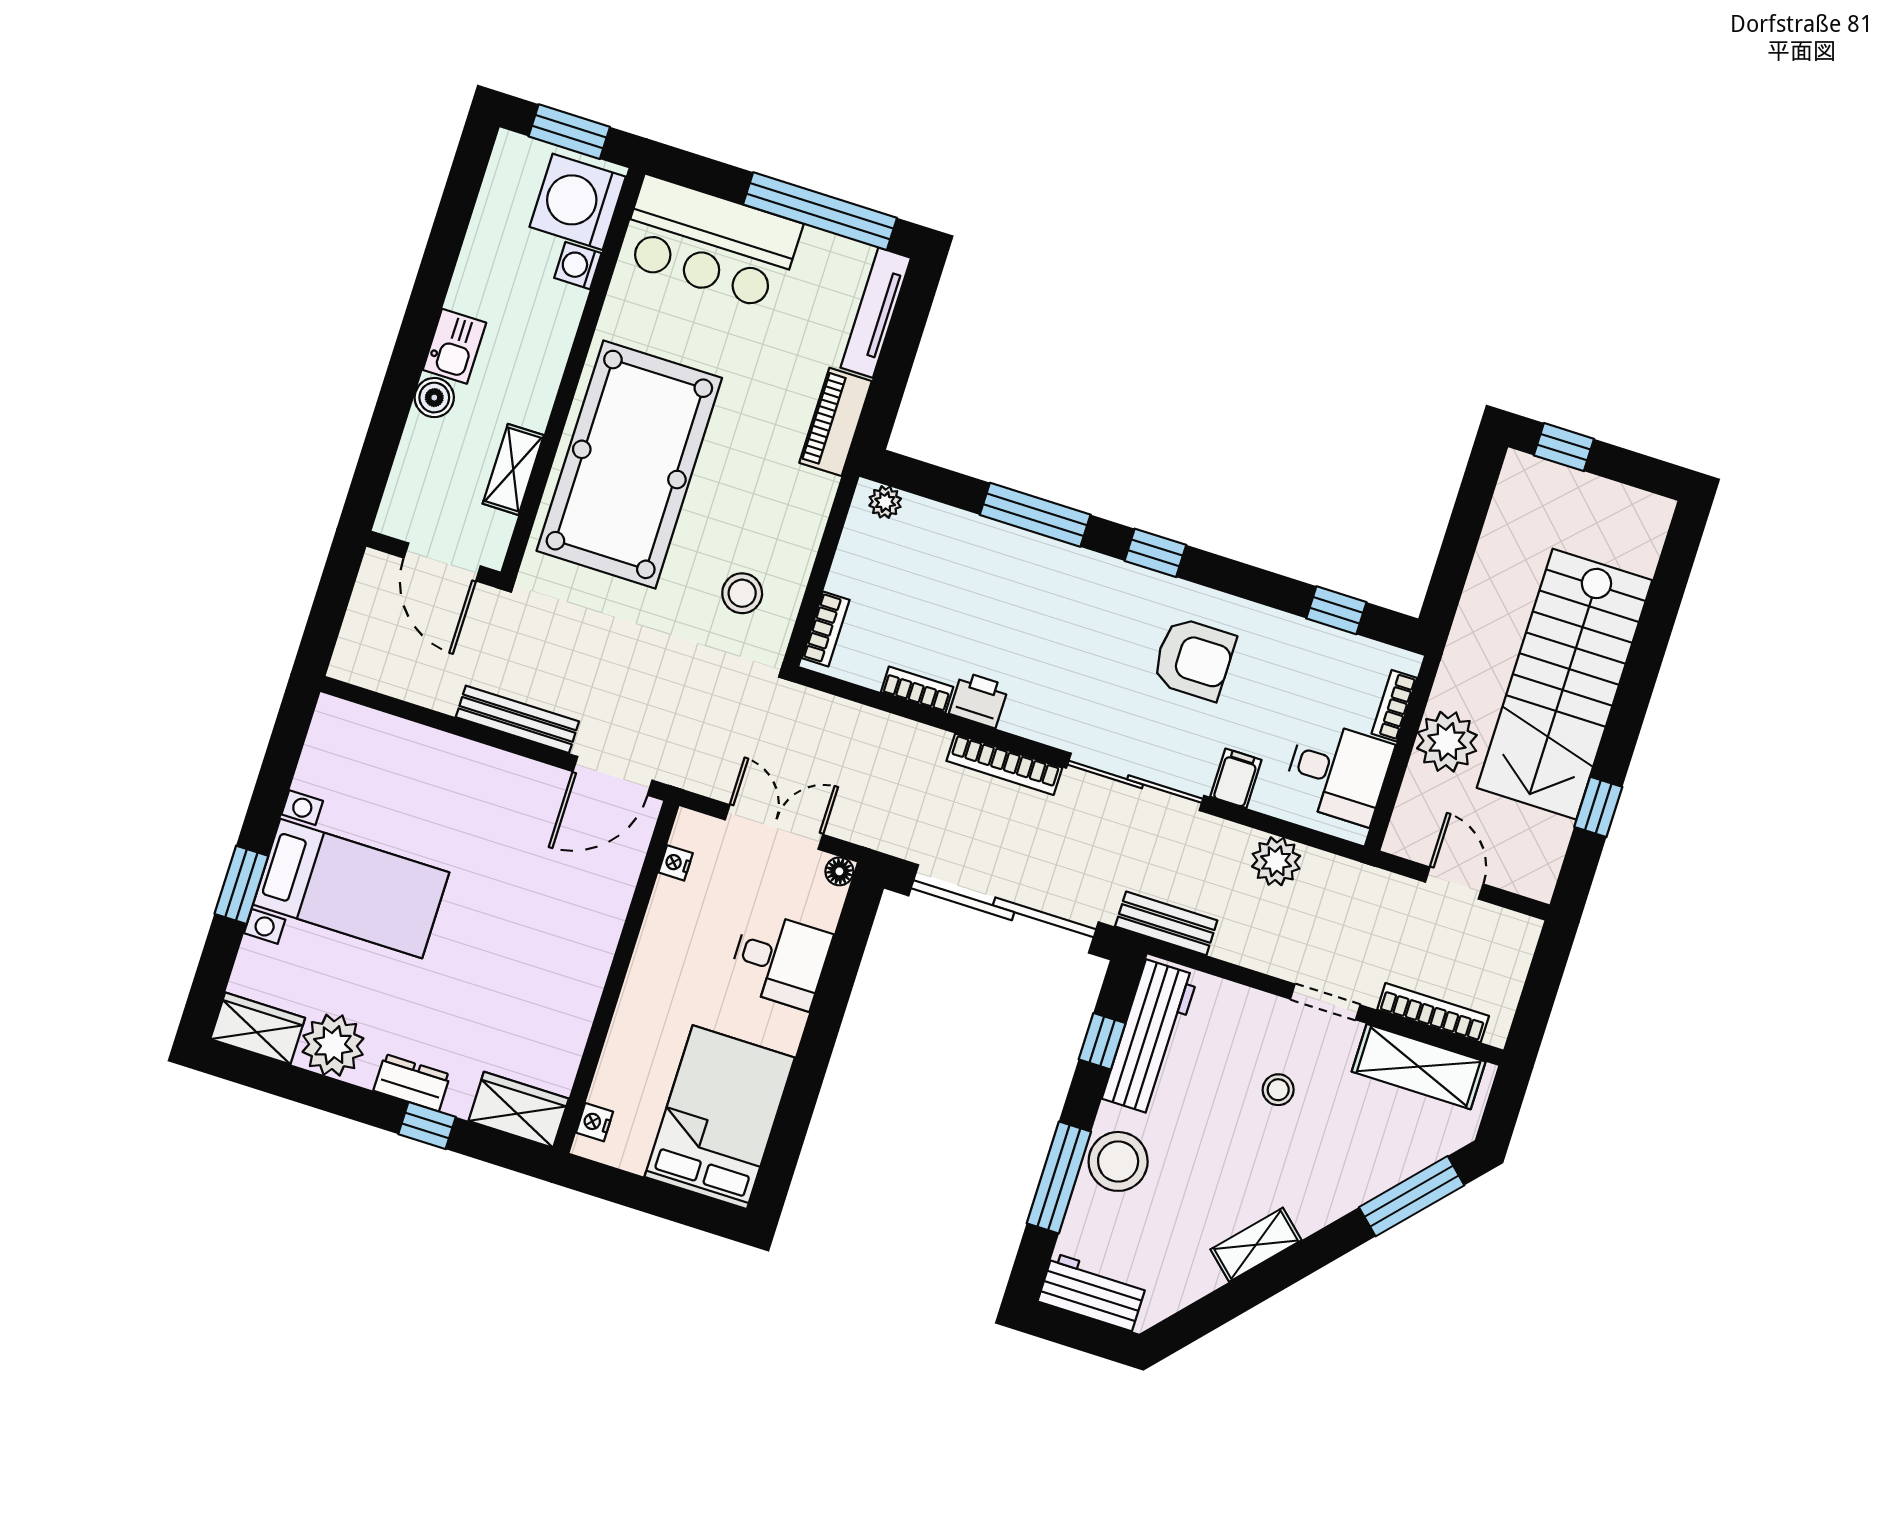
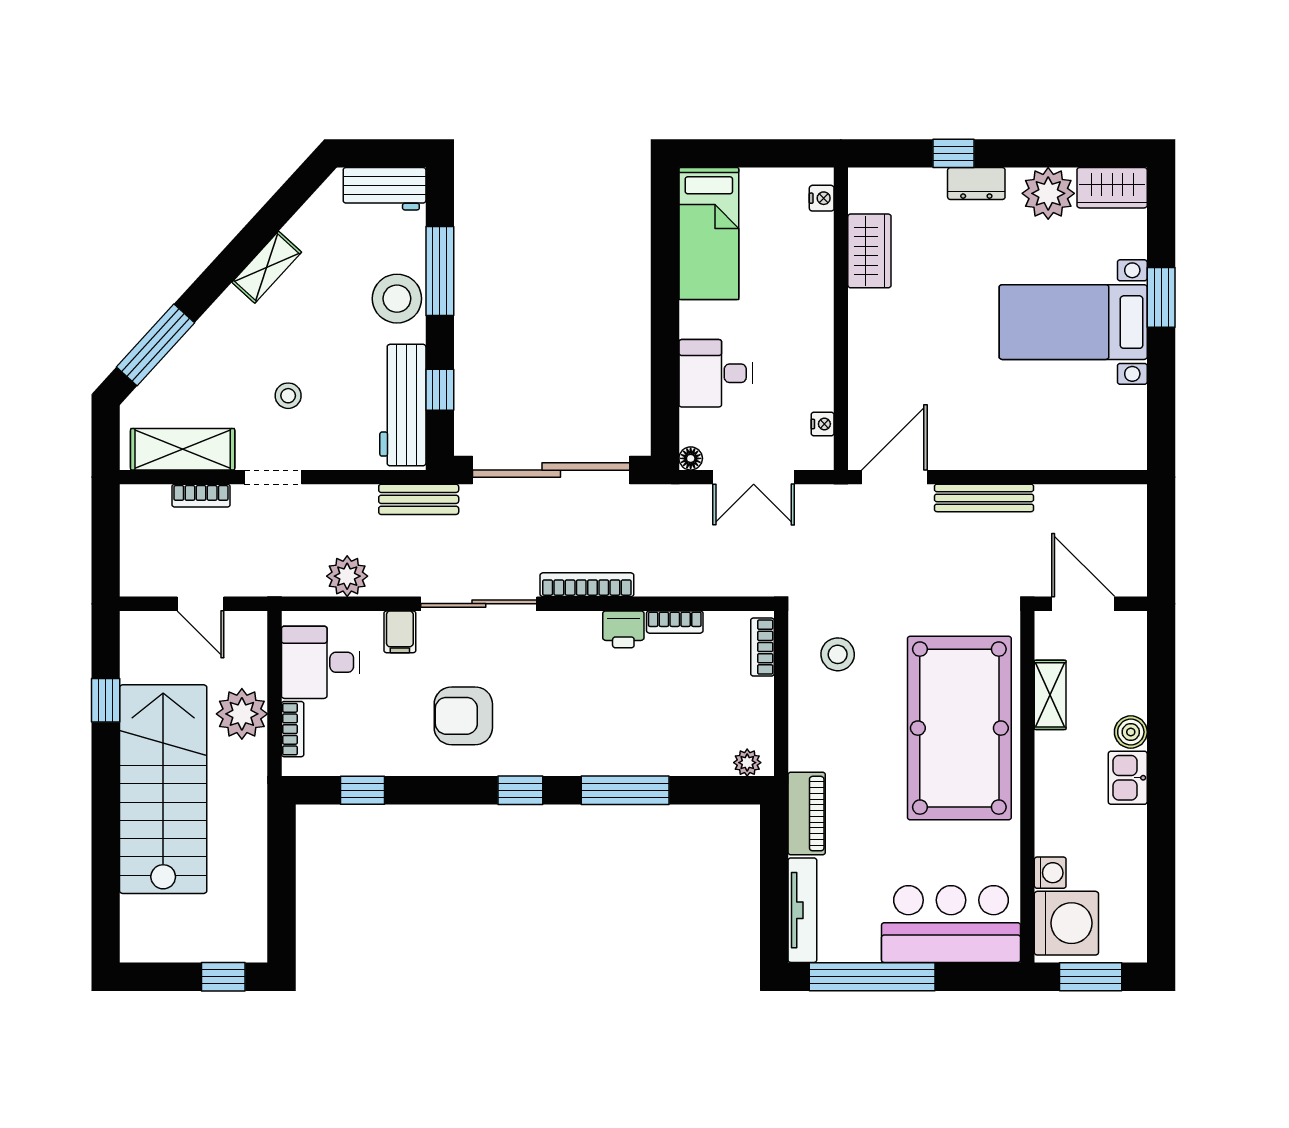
bookcase: (1433, 1013) -> (201, 496), width x0.64
wardrobe: (519, 1110) -> (869, 251), moved, turned -90
bed: (720, 1117) -> (709, 234), width x0.67

